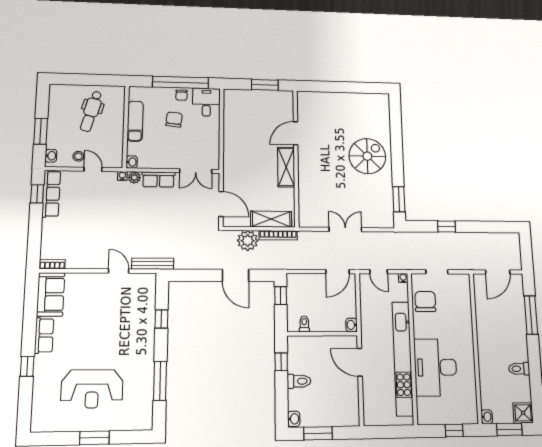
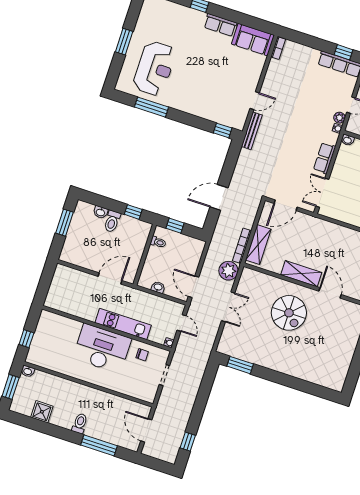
spiral stairs: (367, 156) -> (289, 313), moved
plant: (134, 178) -> (339, 118), moved
window: (447, 227) -> (188, 442), moved
plant: (248, 241) -> (228, 271), moved
door: (379, 272) -> (182, 323), swing flipped
window: (281, 296) -> (175, 226), moved
chair: (425, 301) -> (142, 355), width x0.54, depth x0.54
window: (161, 319) -> (223, 130), moved
washbasin: (352, 325) -> (158, 287), moved
kitchen unit: (403, 358) -> (123, 324), width x0.54
desk: (435, 367) -> (102, 348), moved
toilet: (519, 369) -> (80, 423), moved
reception desk: (92, 389) -> (155, 68), moved, turned 180
shower: (523, 413) -> (42, 412), moved
washbasin: (294, 419) -> (101, 212), moved

